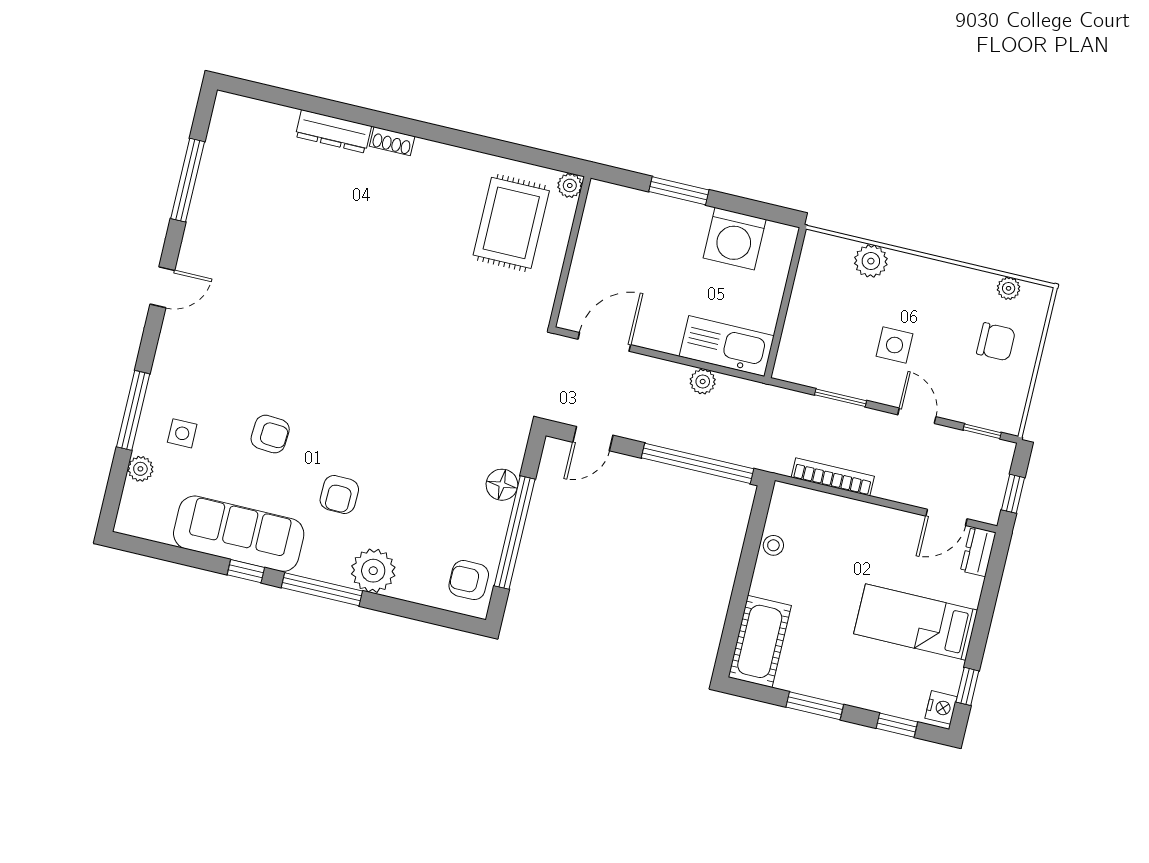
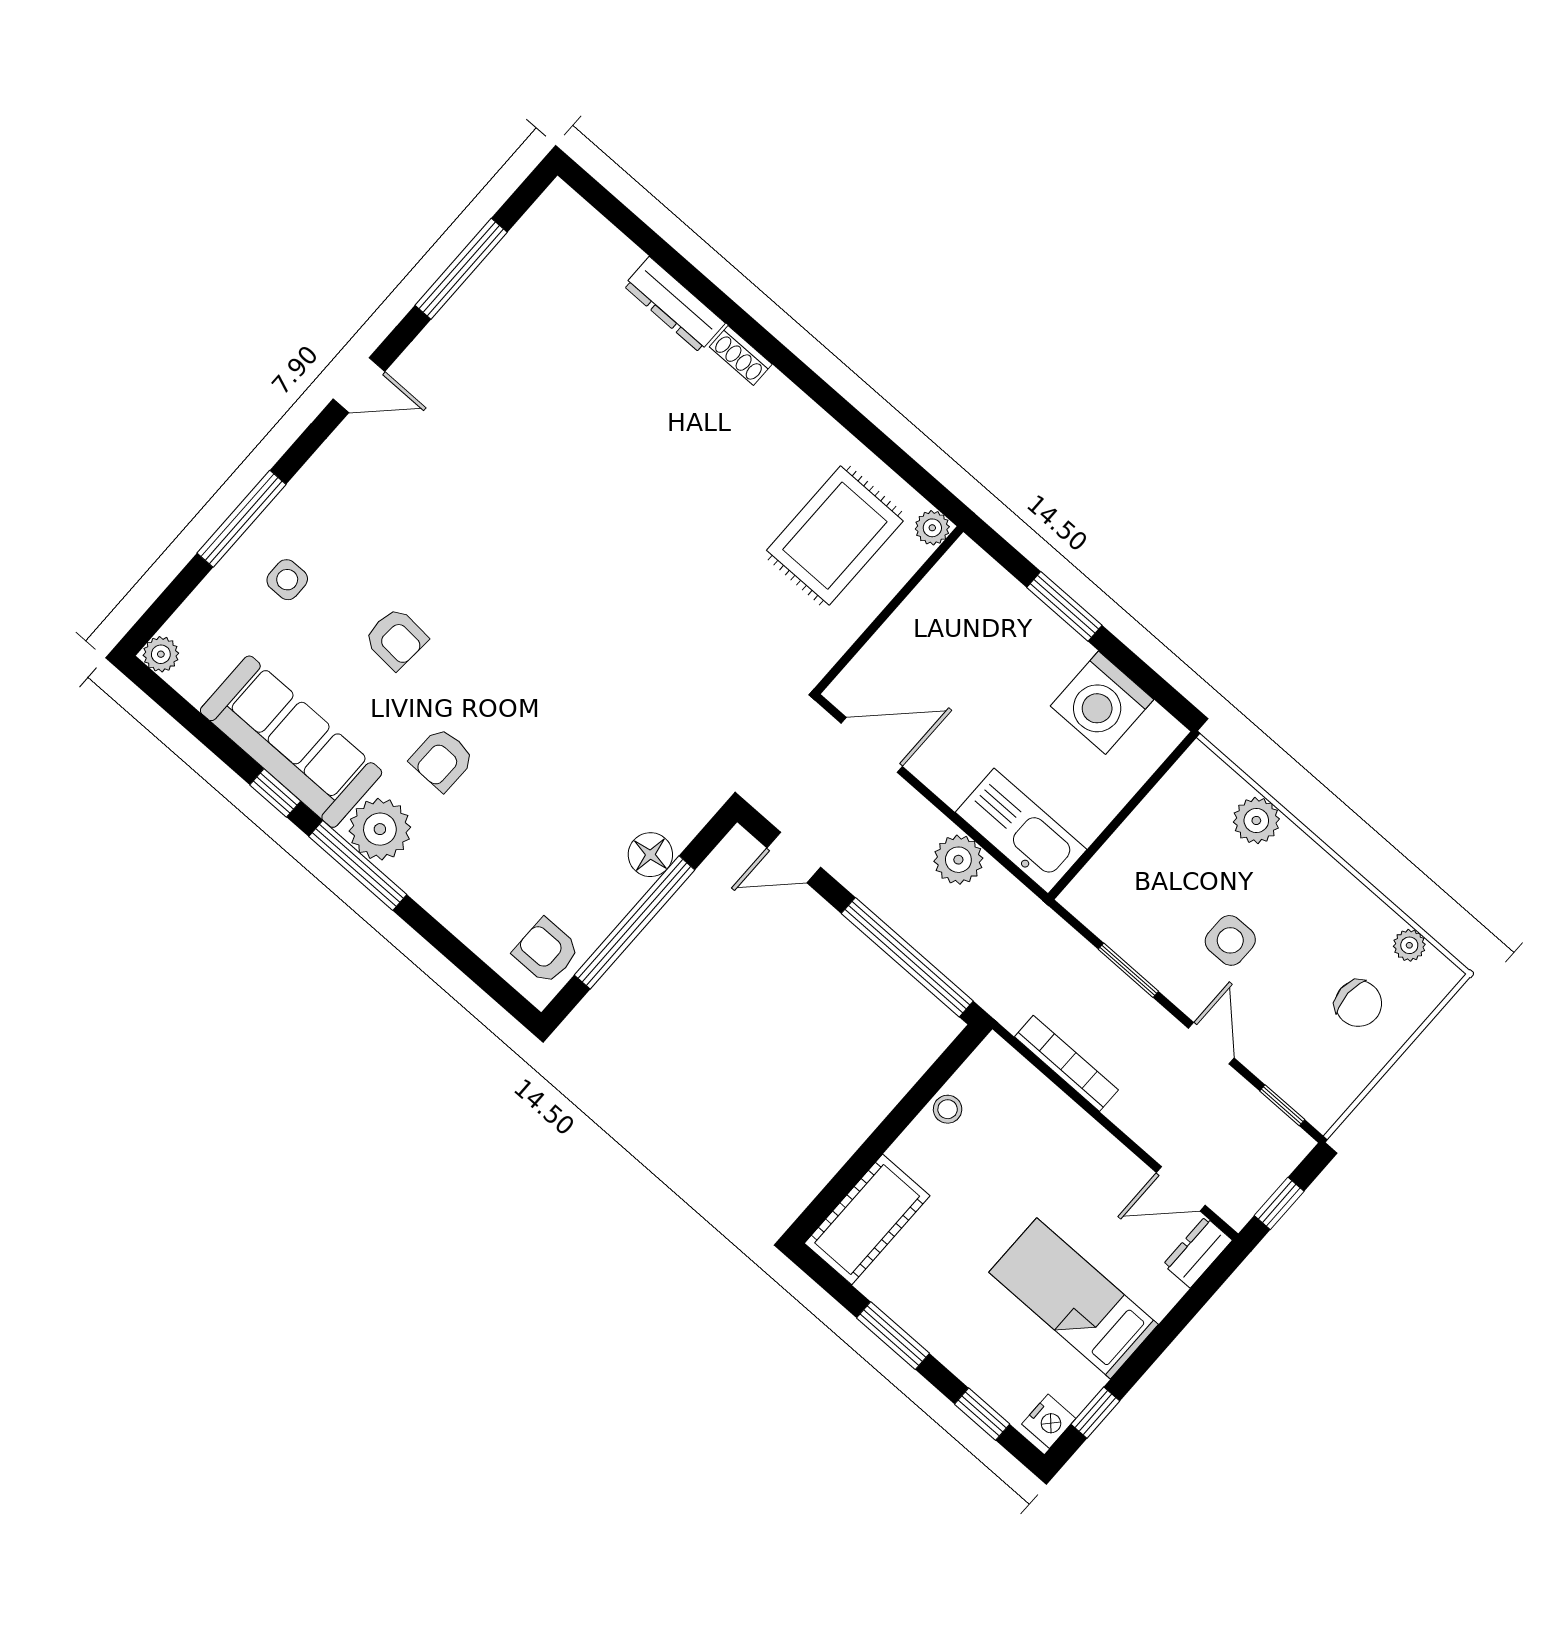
plant: (703, 382) -> (958, 860), width x1.38, depth x1.38
plant: (140, 469) -> (161, 654), moved
plant: (373, 571) -> (380, 829), moved

